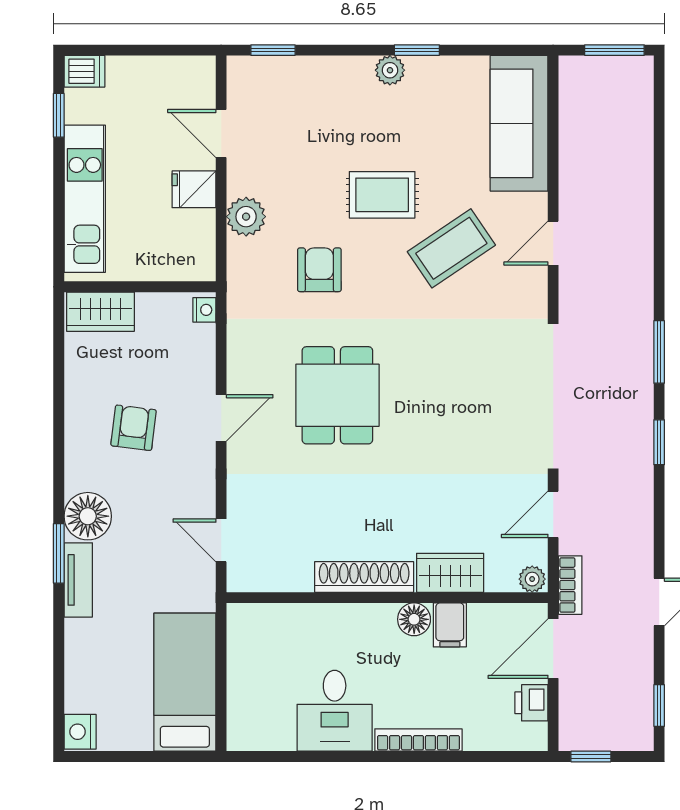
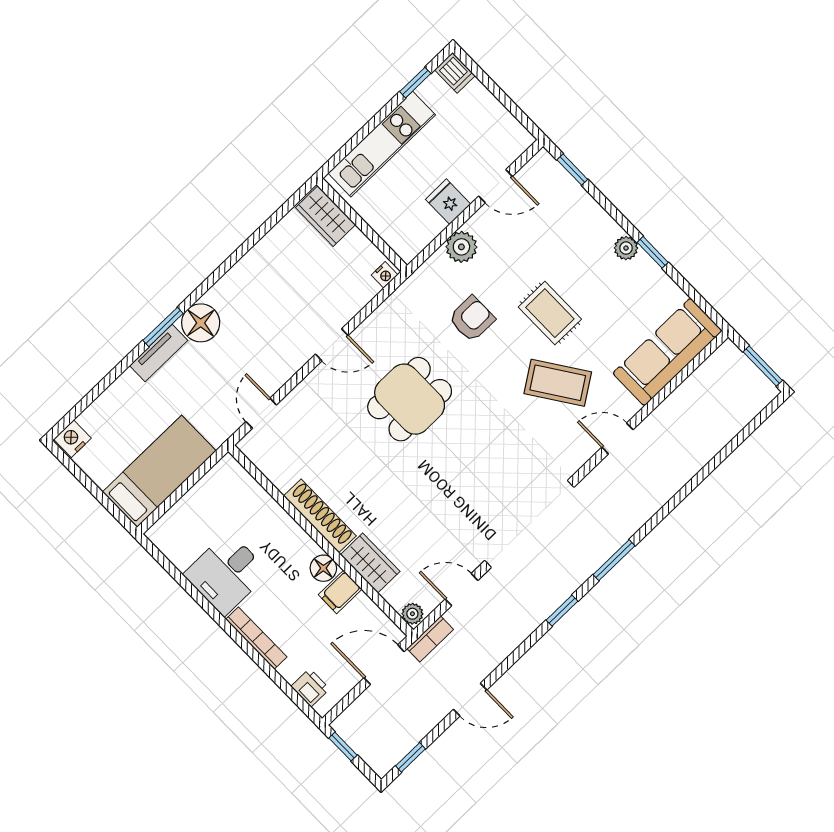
door: (221, 133) -> (495, 186), swing flipped
armchair: (134, 428) -> (277, 300), removed
printer: (531, 703) -> (310, 688), moved, turned 90

